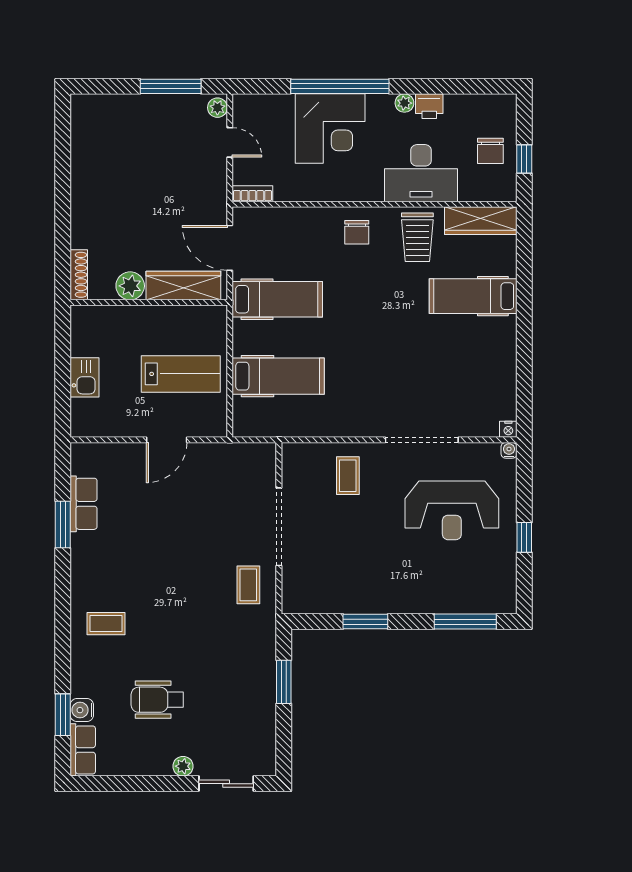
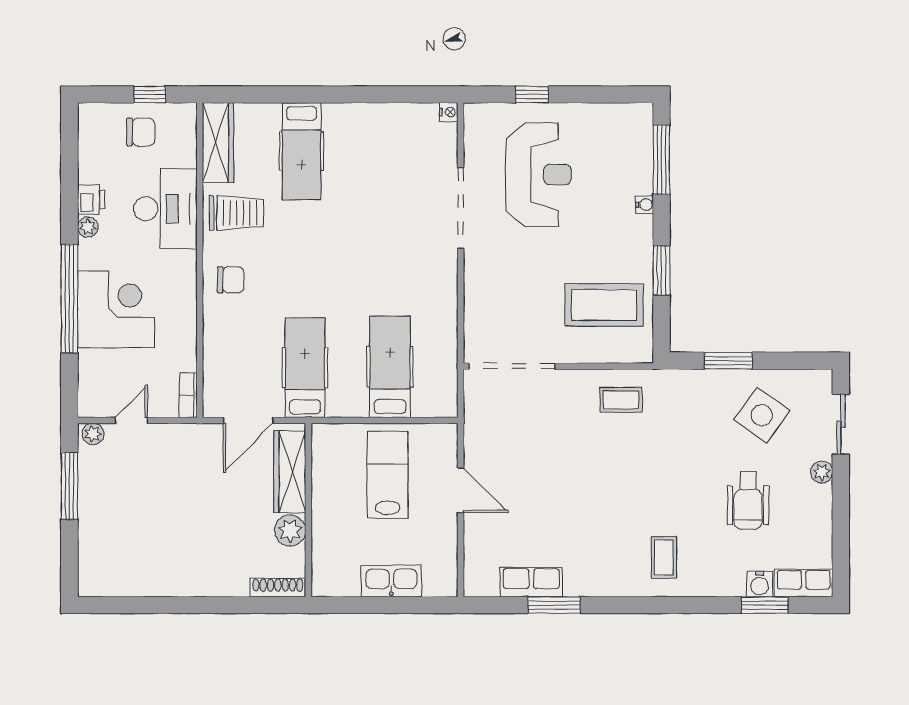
kitchen sink: (85, 377) -> (391, 581), width x1.38
water cooler: (509, 450) -> (645, 205), moved, turned 180
coffee table: (348, 476) -> (604, 305), moved, width x1.86, depth x1.72
doorway: (279, 527) -> (512, 366), moved
window: (524, 537) -> (532, 94), moved
side table: (234, 712) -> (762, 415), added

